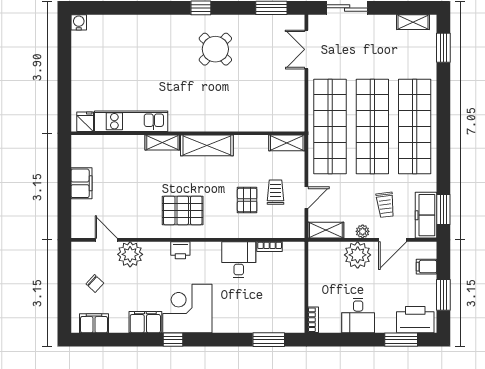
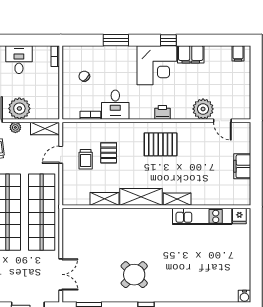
shelving: (287, 143) -> (104, 199), moved
chair: (95, 284) -> (84, 76), moved
filing cabinet: (94, 323) -> (238, 53), width x0.50
window: (269, 340) -> (116, 40), moved

